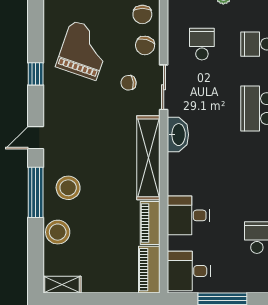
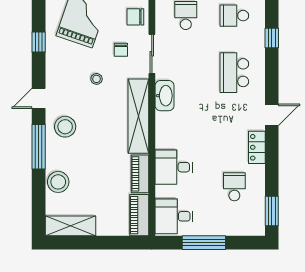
chair: (145, 45) -> (135, 17), turned 75
chair: (129, 83) -> (121, 50), turned -84
stool: (101, 116) -> (97, 79), added
stool: (68, 188) -> (65, 127), moved
shelving: (62, 285) -> (70, 226), width x1.50, depth x1.33

